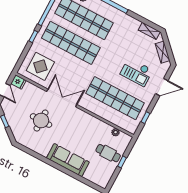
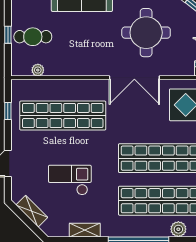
shelving: (149, 31) -> (85, 230), moved
checkout: (136, 72) -> (70, 180), moved
round table: (41, 121) -> (146, 33), width x1.36, depth x1.36

